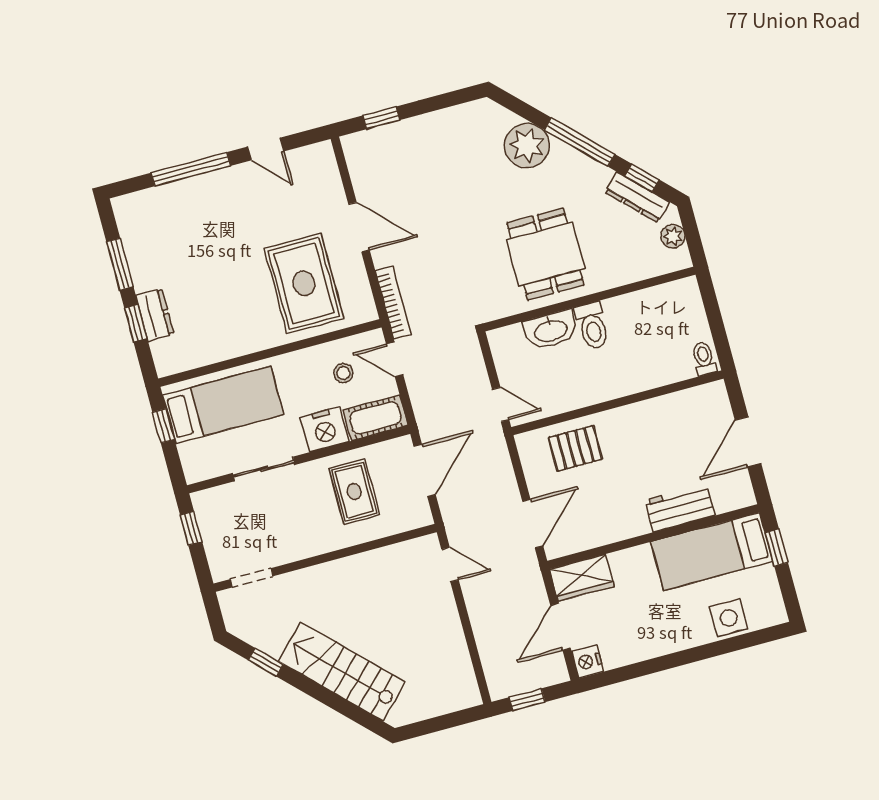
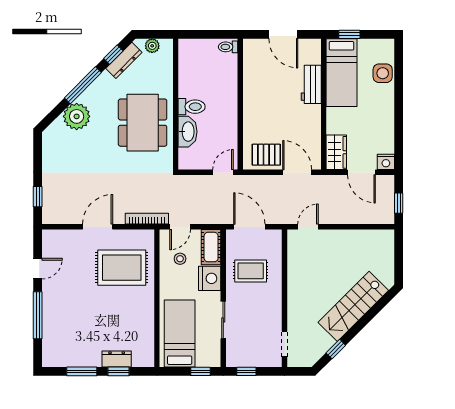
dining table: (545, 254) -> (143, 123), width x1.37
window: (163, 426) -> (200, 371), moved
pallet: (575, 448) -> (266, 155), moved, turned 90

